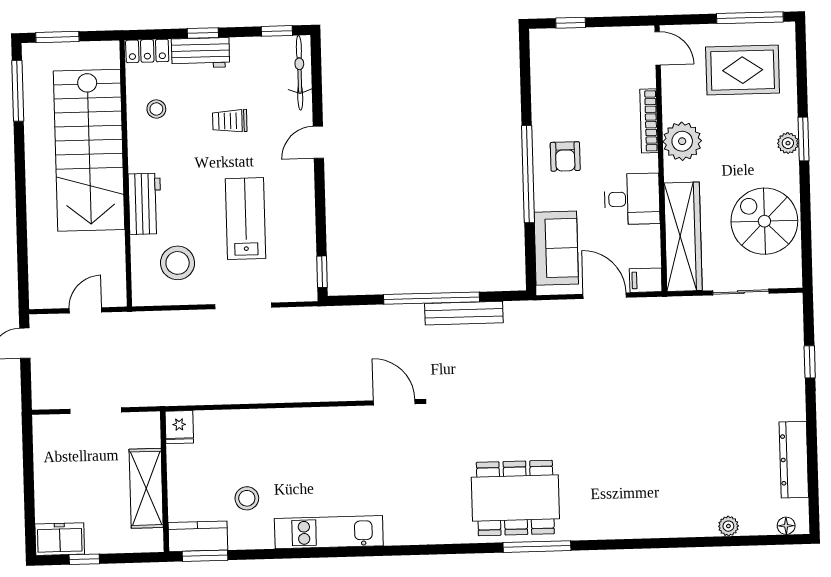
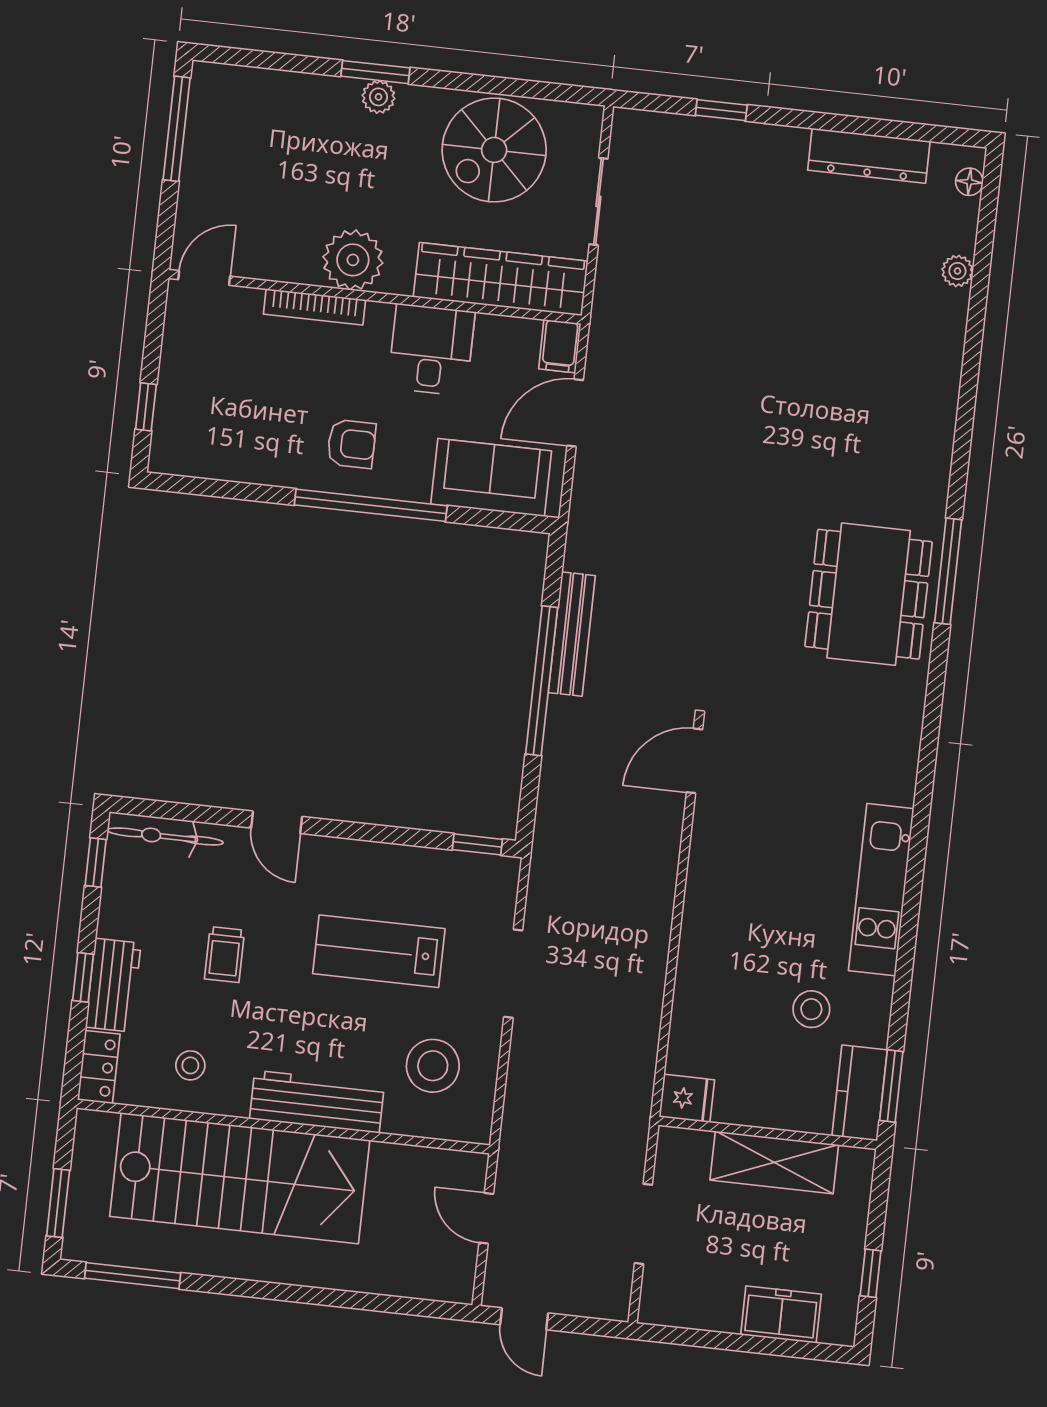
rug: (743, 70) -> (256, 151), removed
workbench: (145, 204) -> (317, 1102), width x1.38
freezer: (60, 539) -> (781, 1315), moved, turned 90

